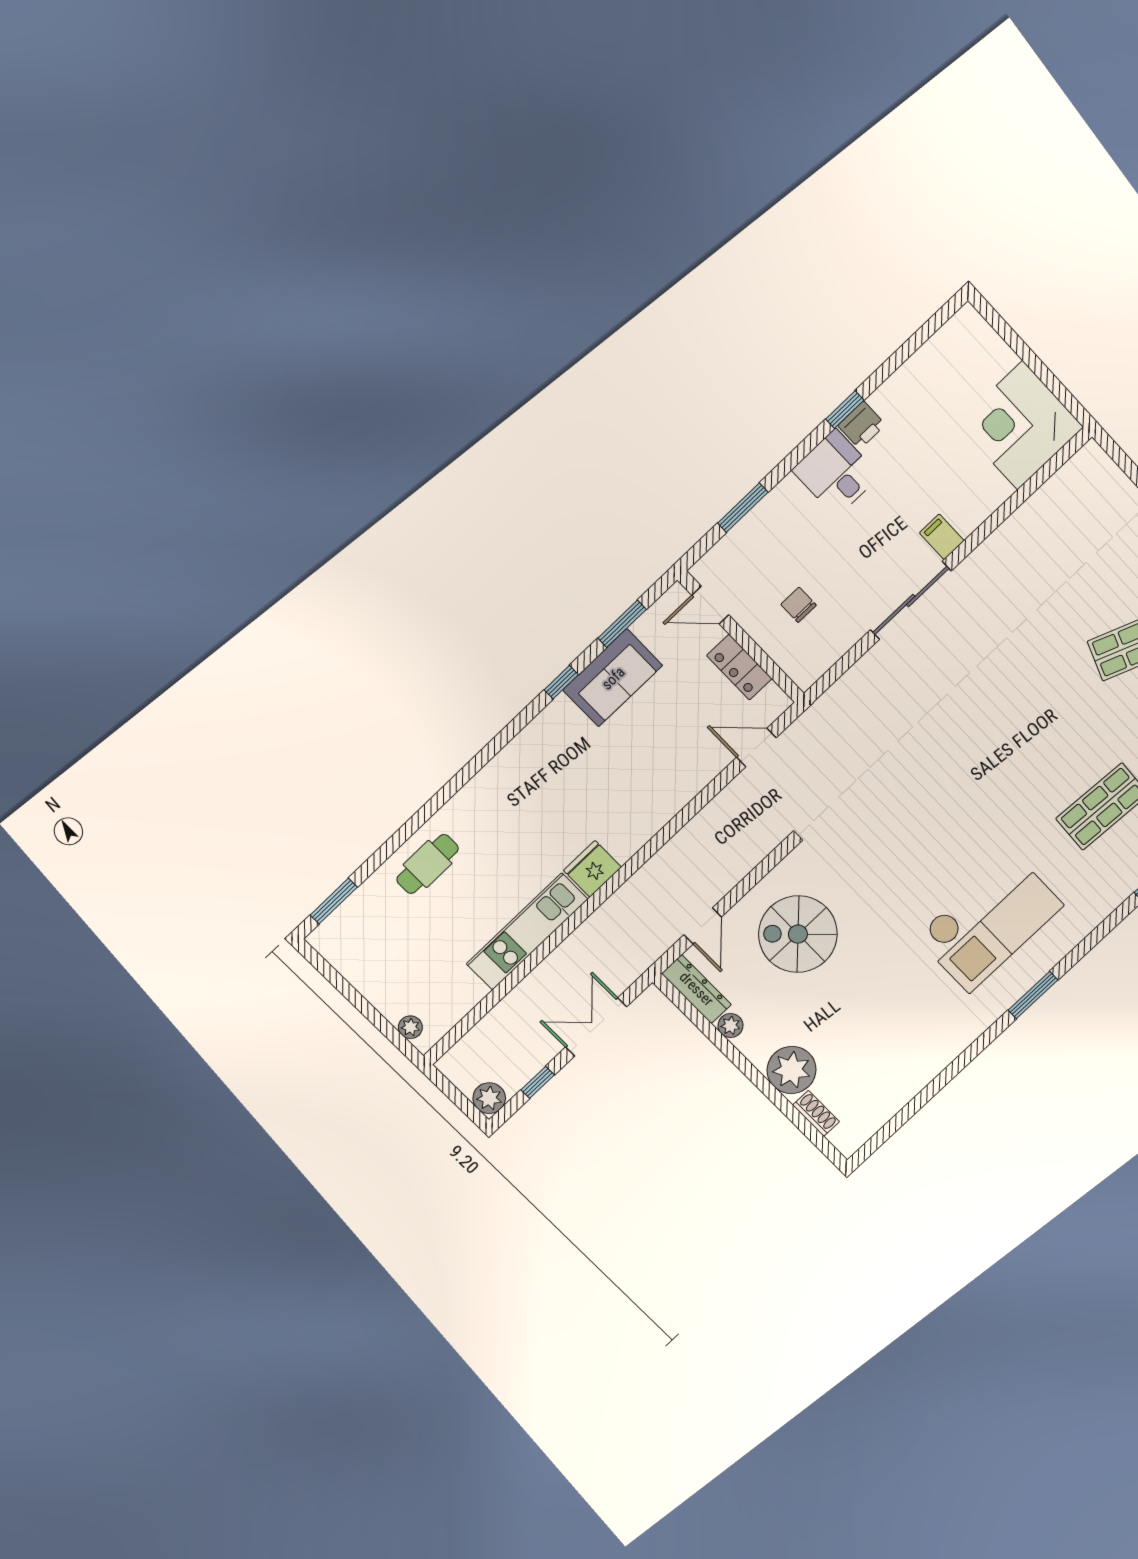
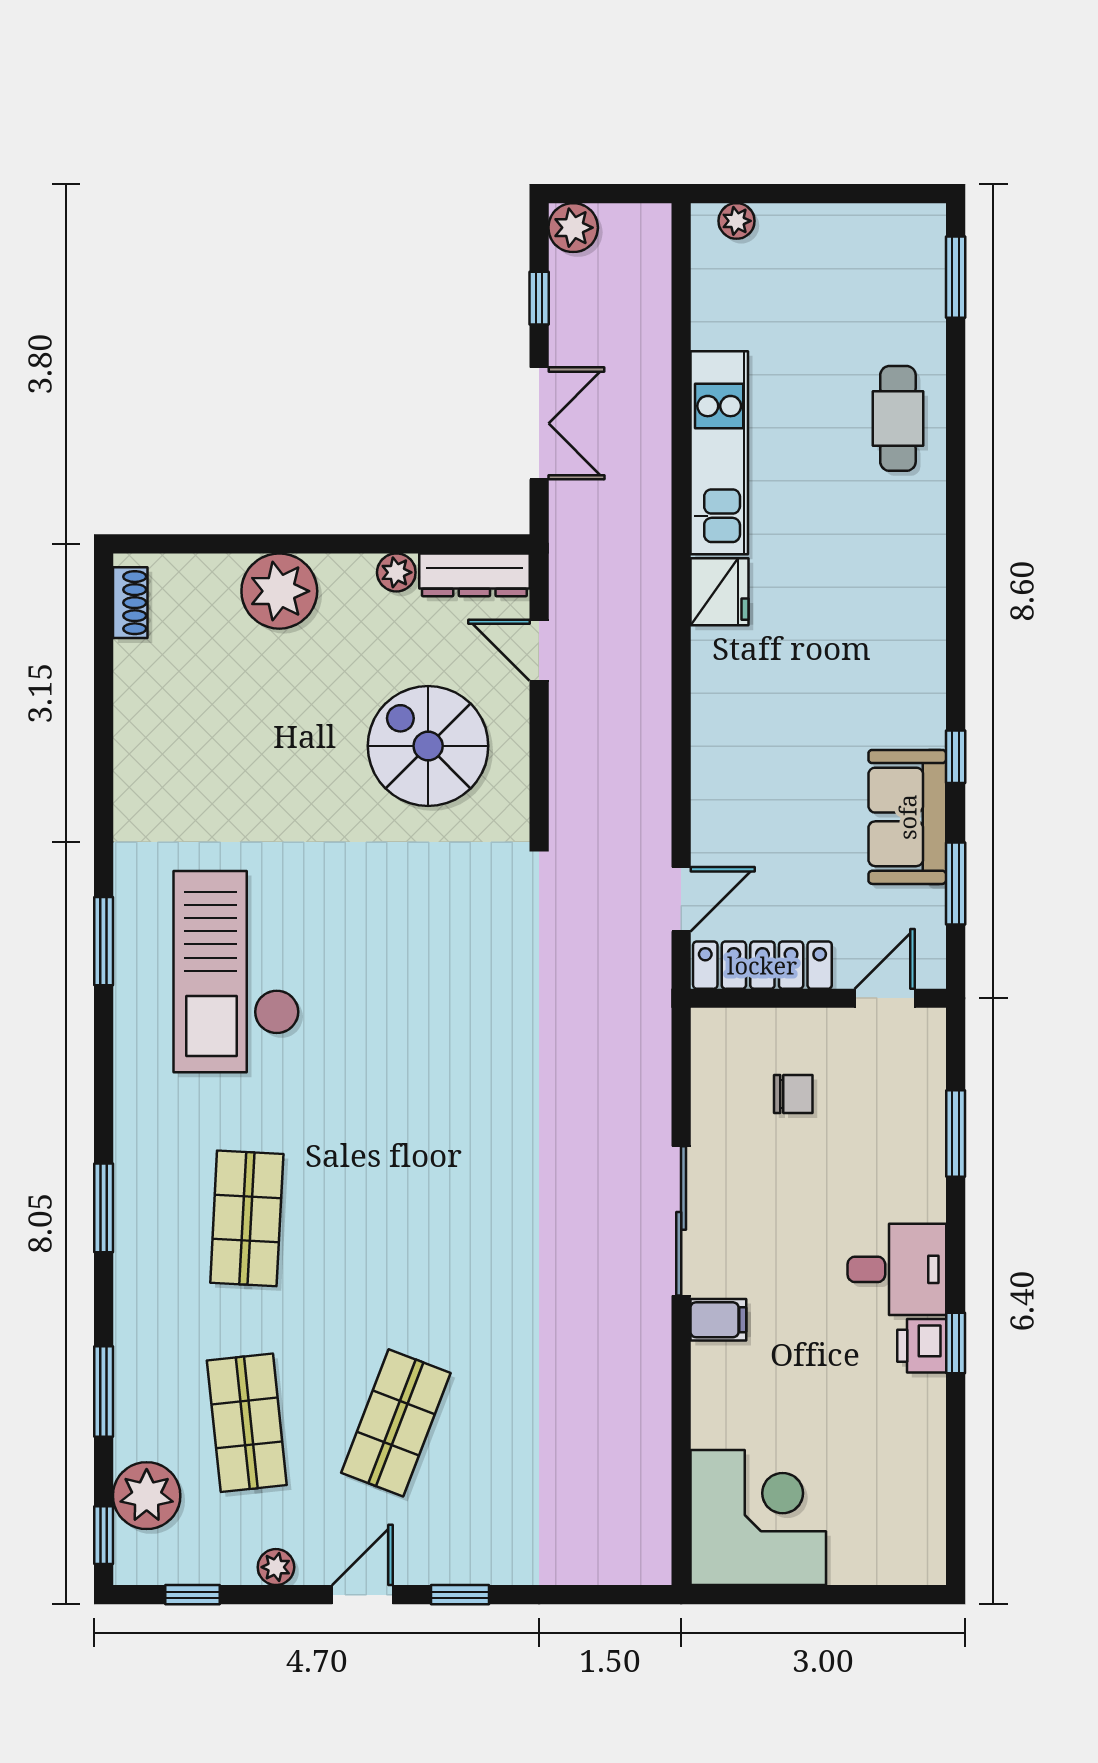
locker: (739, 667) -> (762, 965), width x1.53
spiral stairs: (798, 934) -> (428, 746), turned -90
shoe rack: (816, 1113) -> (130, 603), moved, turned -90

